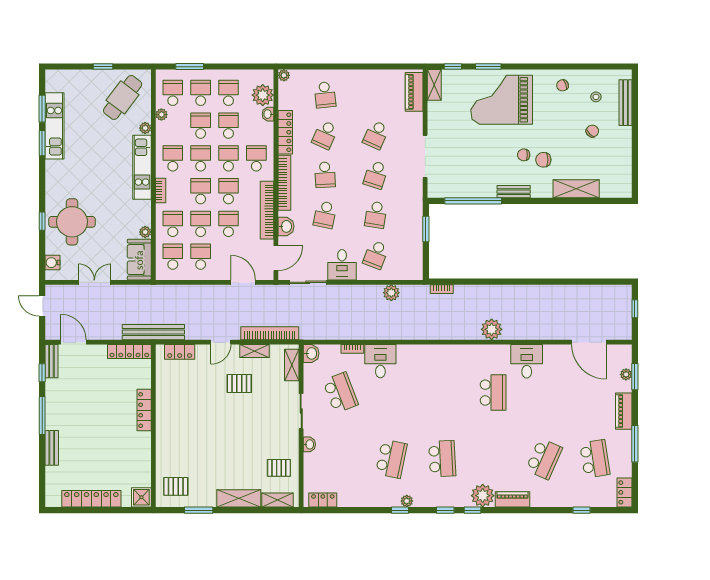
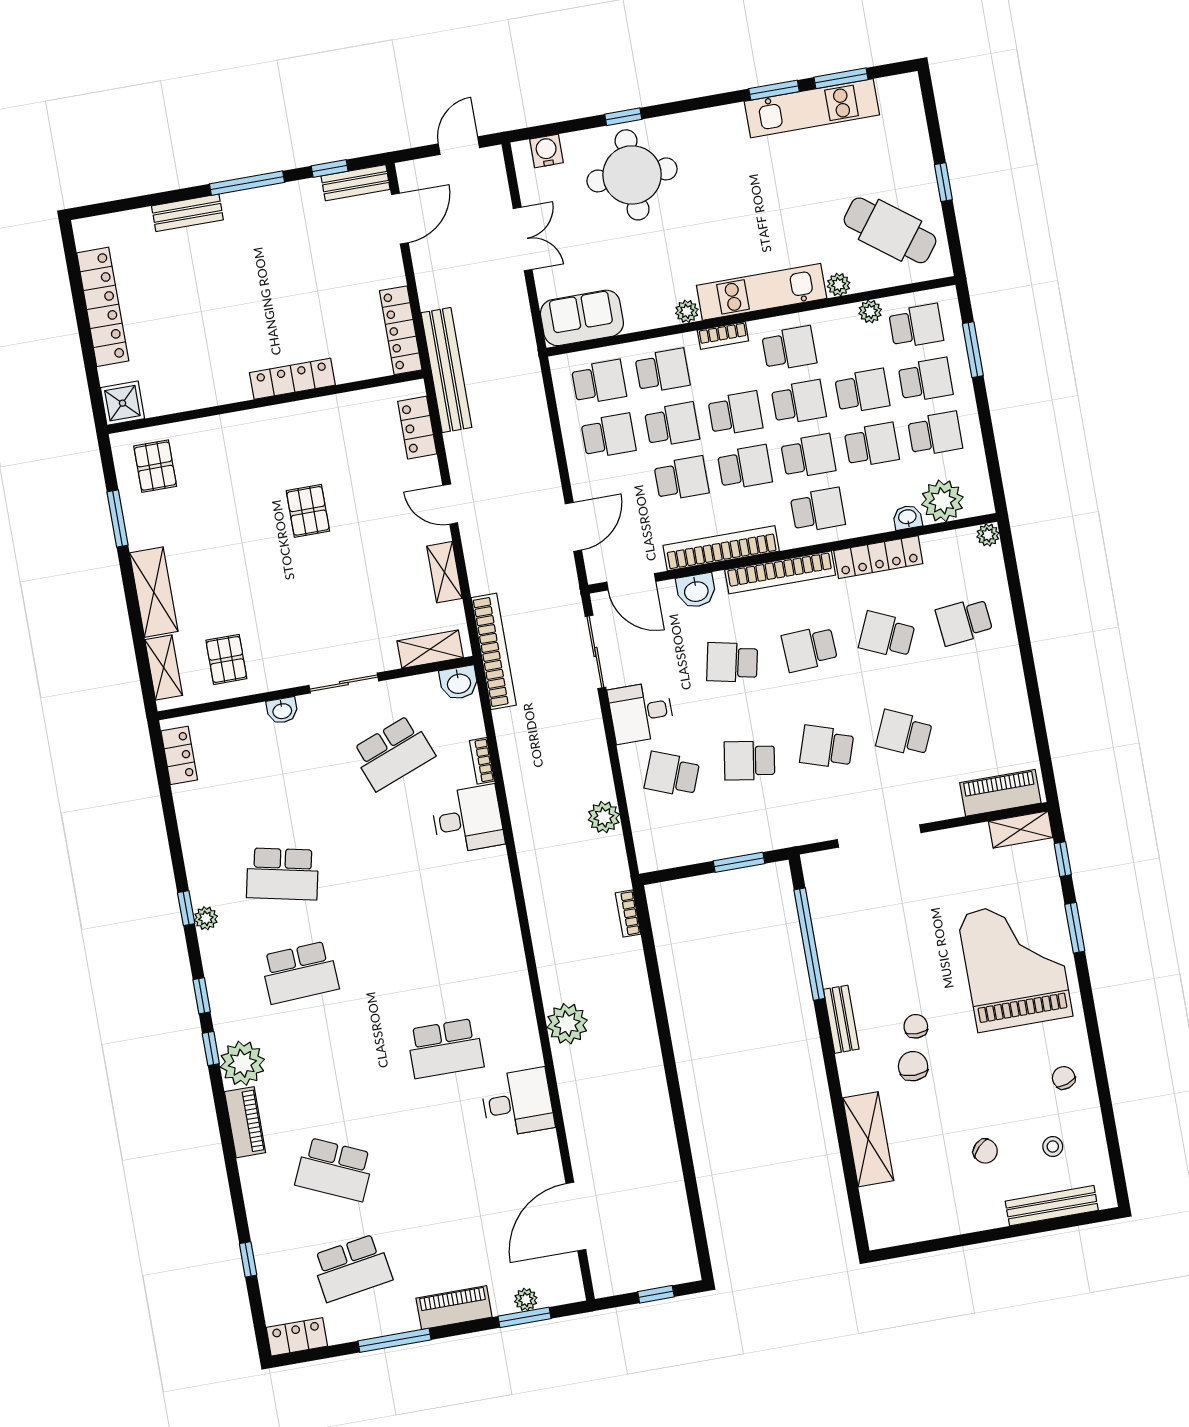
plant: (145, 232) -> (687, 311), moved
bookcase: (270, 333) -> (494, 651), moved
pallet: (239, 384) -> (308, 511), moved

